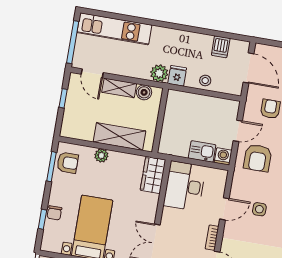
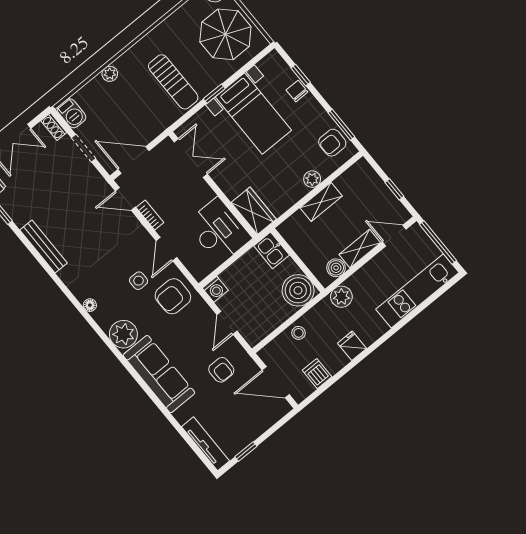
fridge: (177, 76) -> (352, 346), moved, turned 180
boiler: (179, 104) -> (298, 290), added
shelving: (119, 136) -> (321, 202), width x0.67, depth x0.75
kitchen sink: (202, 152) -> (272, 250), moved, turned 90
armchair: (258, 158) -> (173, 296), moved, turned -90

